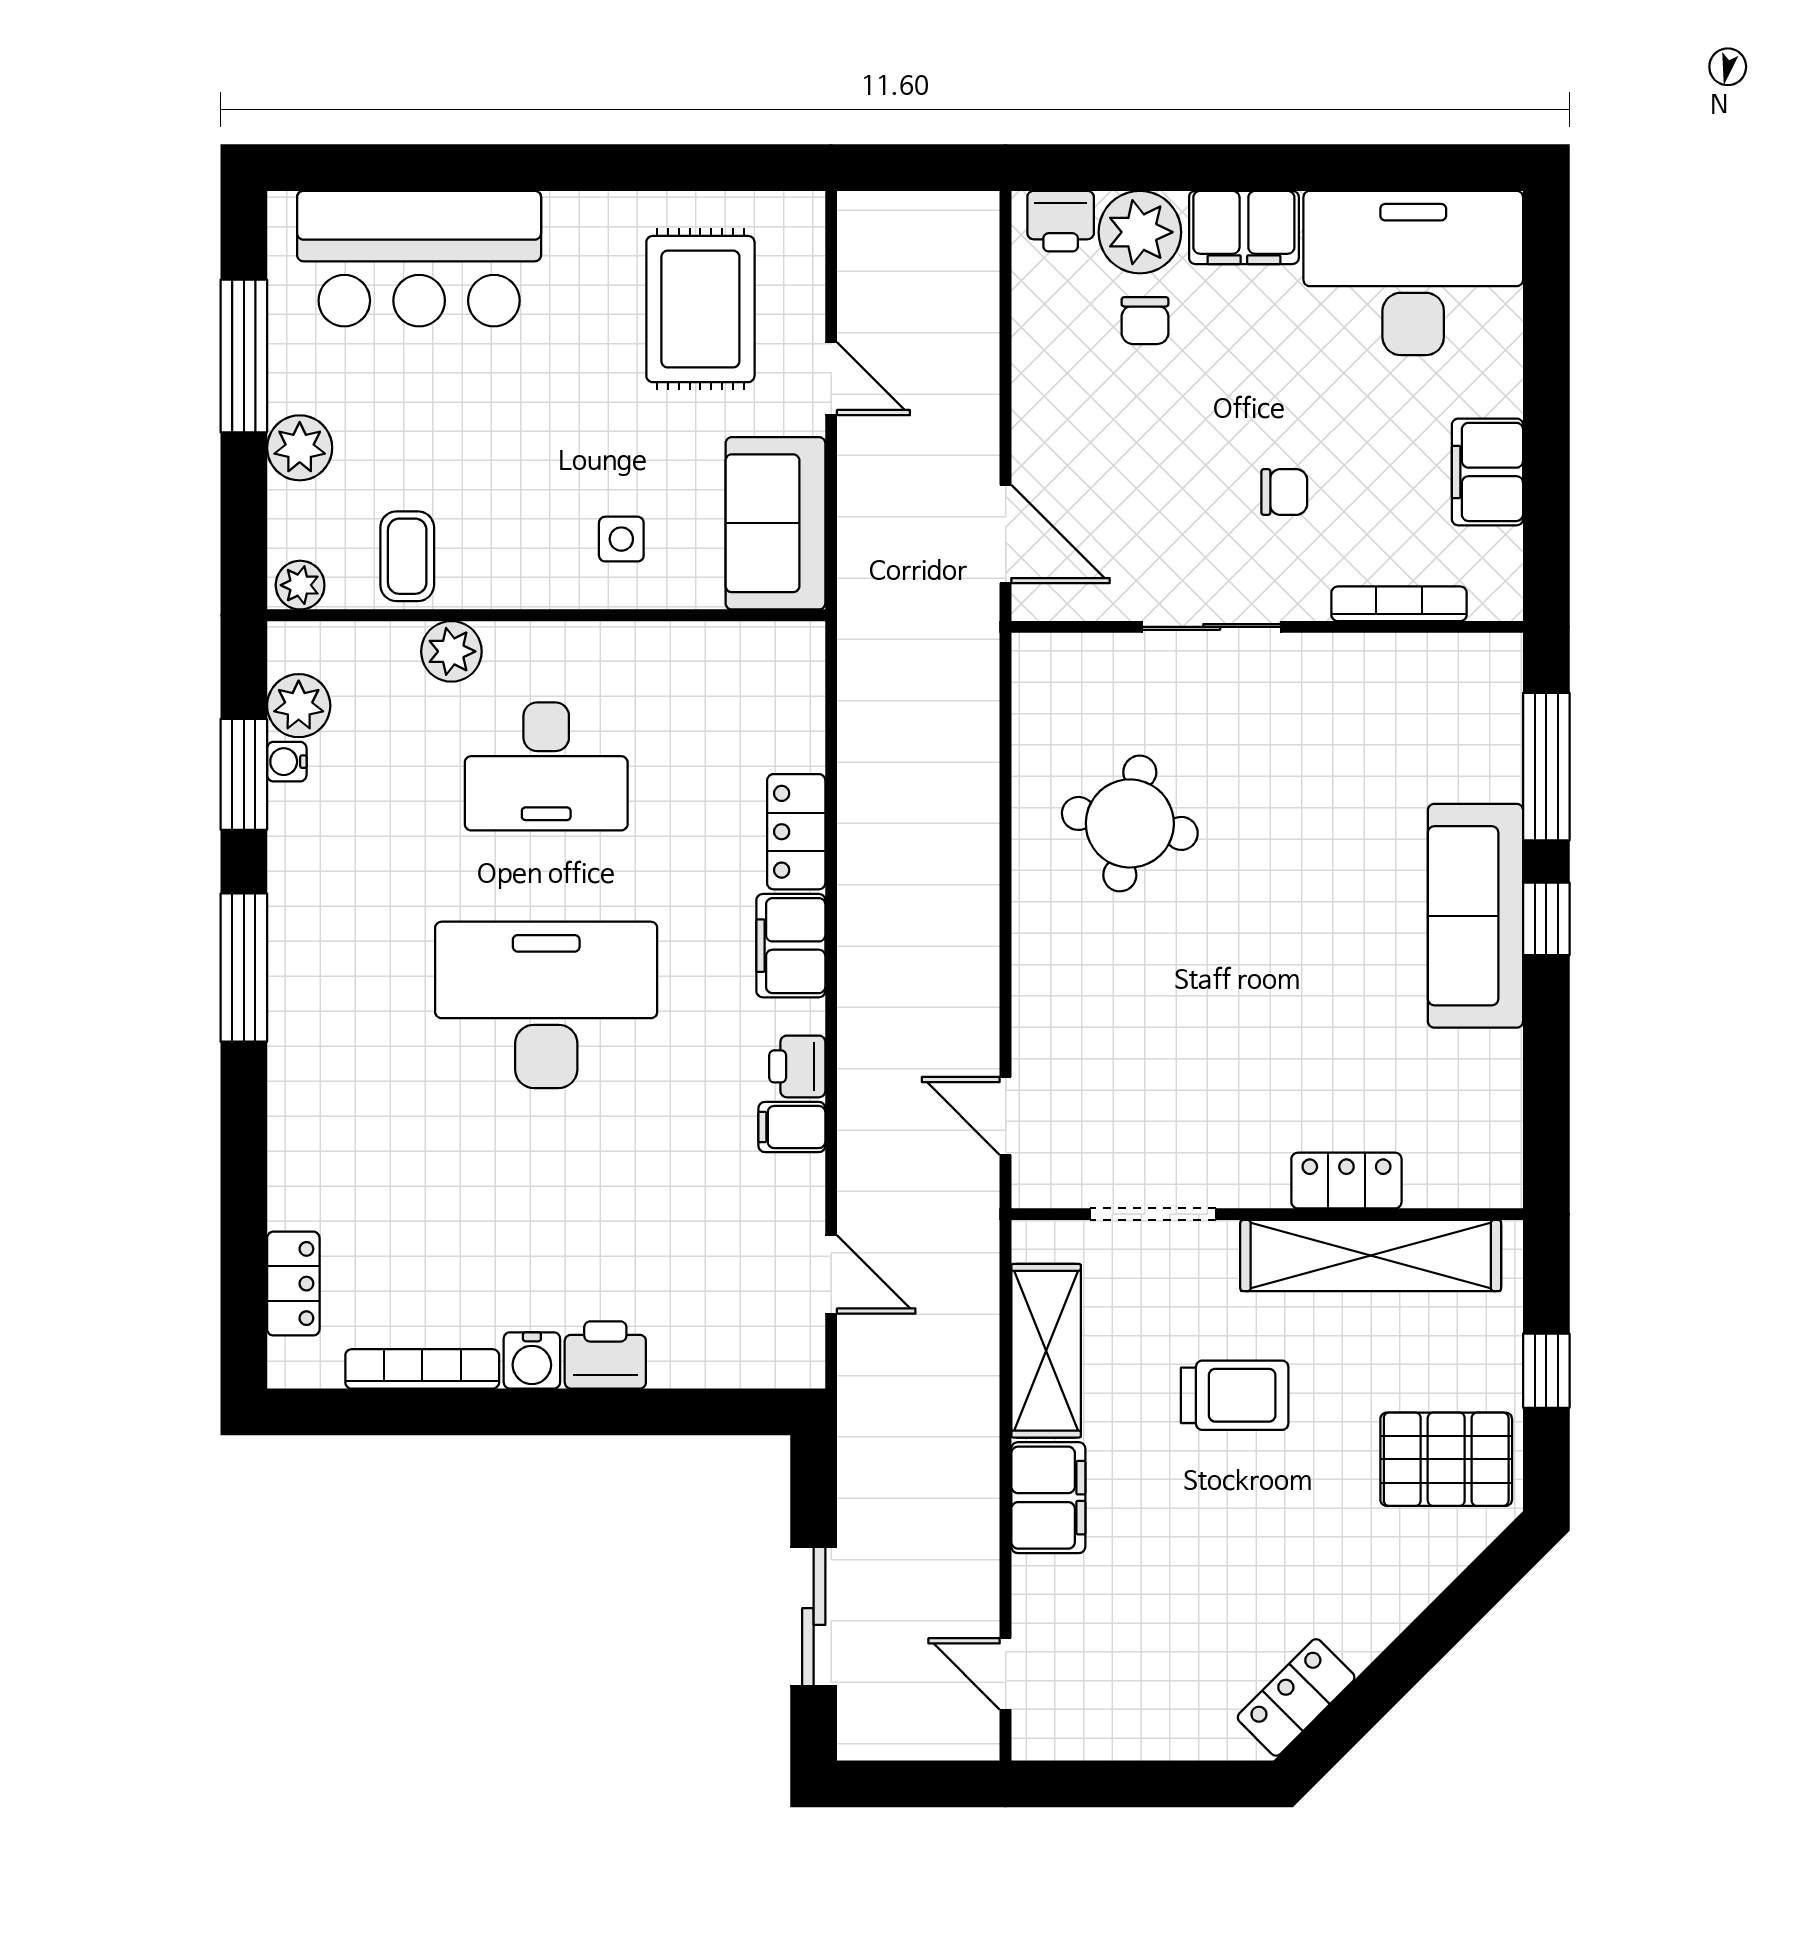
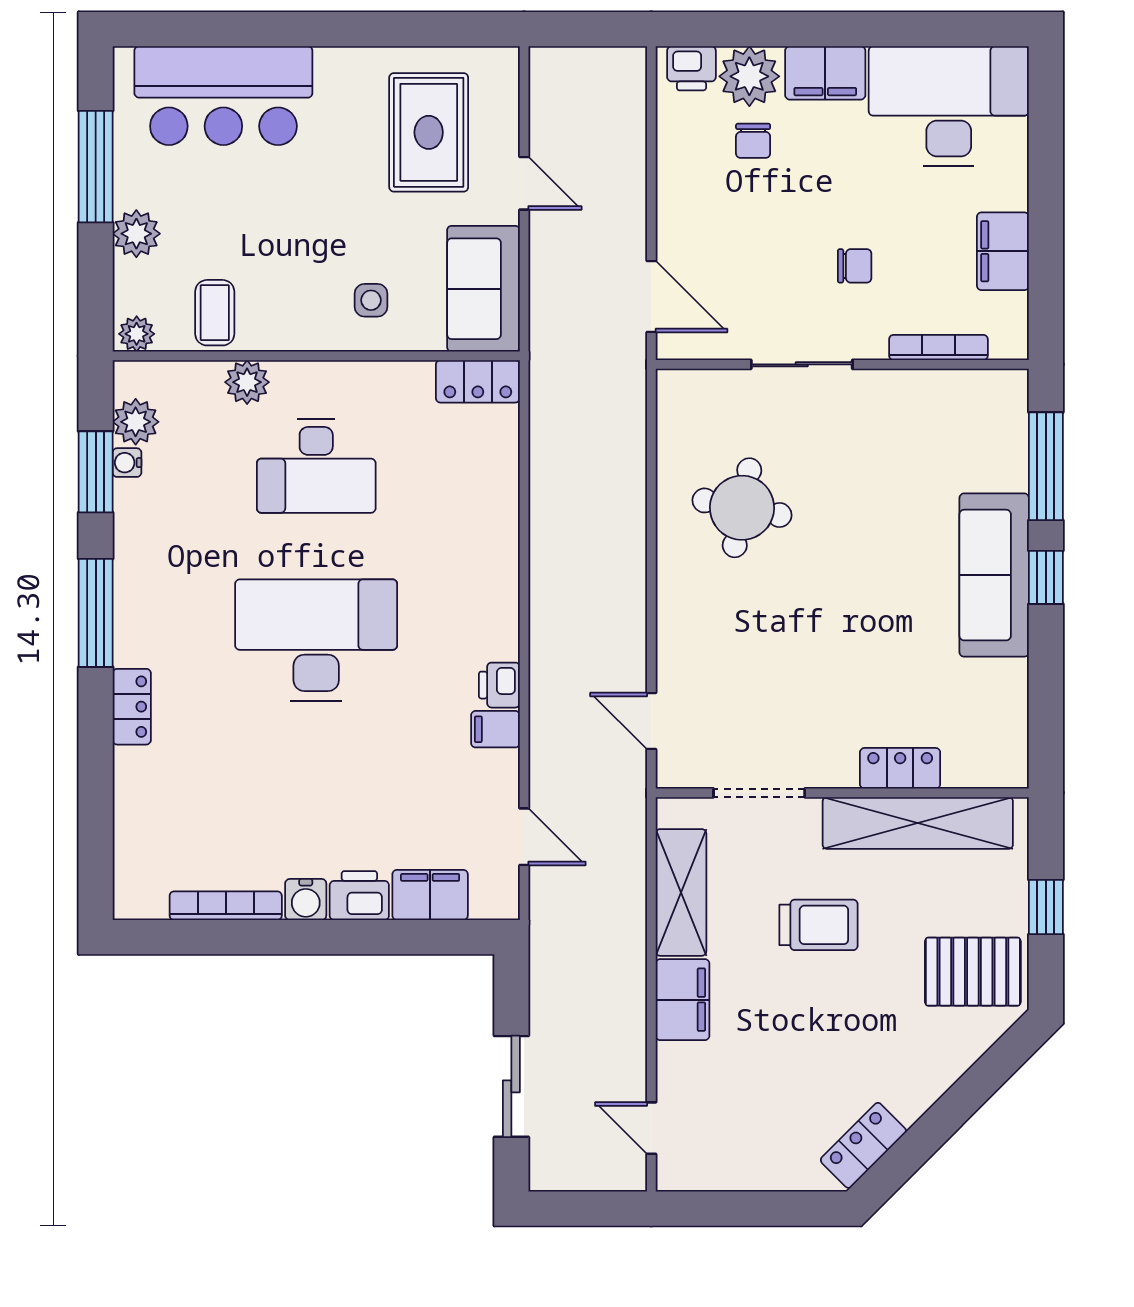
locker: (796, 832) -> (478, 381), moved, turned -90
filing cabinet: (791, 946) -> (430, 895), moved, turned 90
locker: (293, 1284) -> (132, 707), moved

